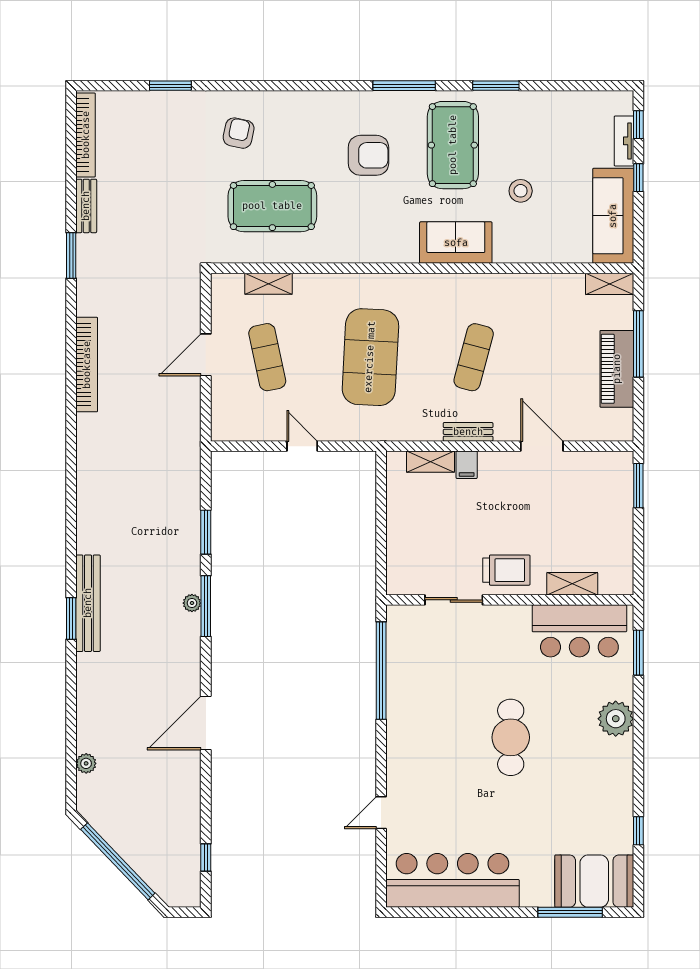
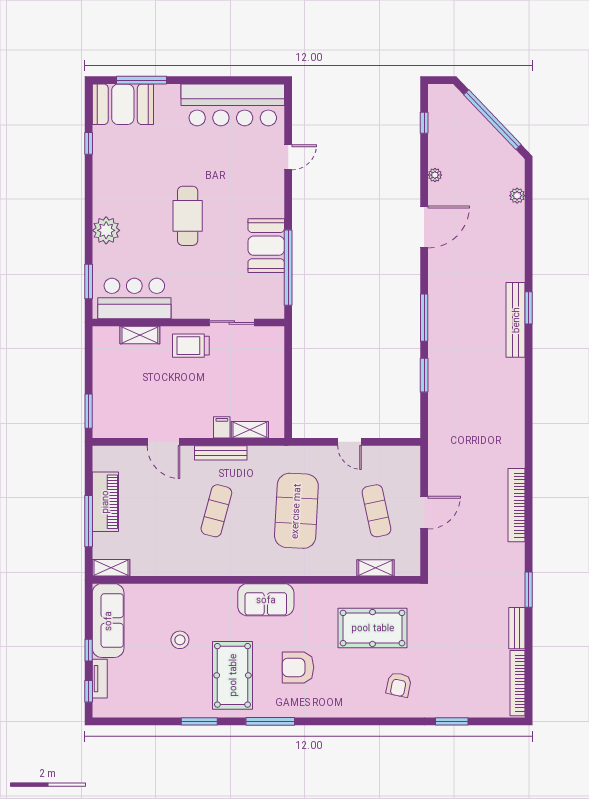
sofa: (456, 243) -> (266, 600), moved
bench: (468, 432) -> (221, 453), width x1.36
plant: (192, 603) -> (435, 175), moved
booth: (409, 699) -> (266, 246), added

